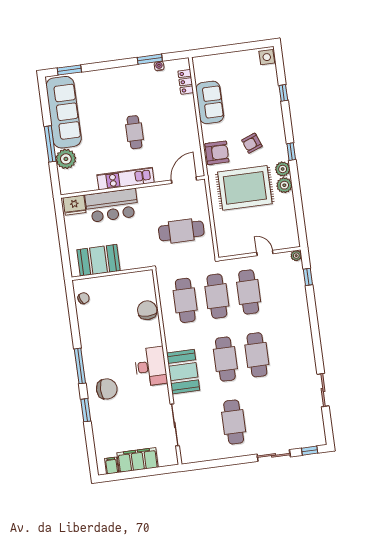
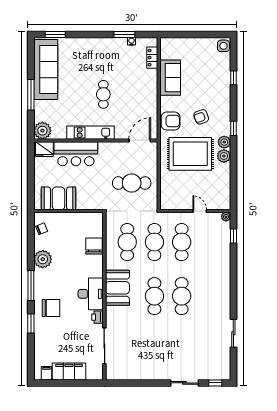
plant: (66, 159) -> (42, 131), moved
plant: (90, 333) -> (43, 259), added
booth: (183, 372) -> (117, 288), moved
printer: (162, 392) -> (98, 317), added
cafe table: (234, 422) -> (154, 350), removed

